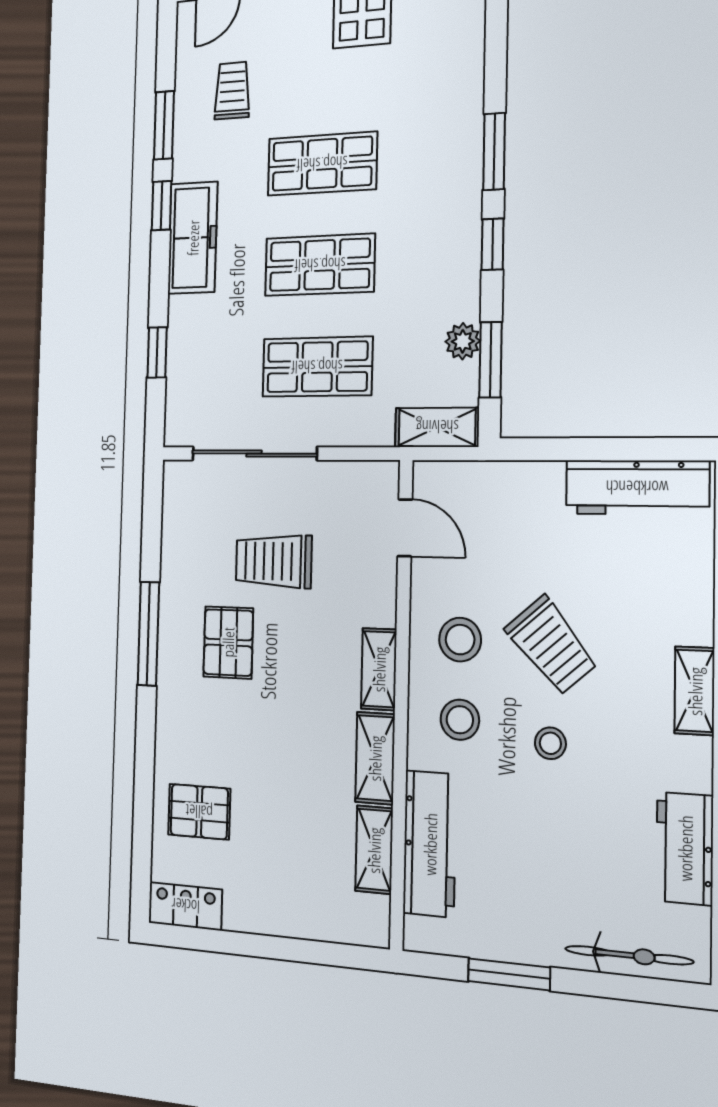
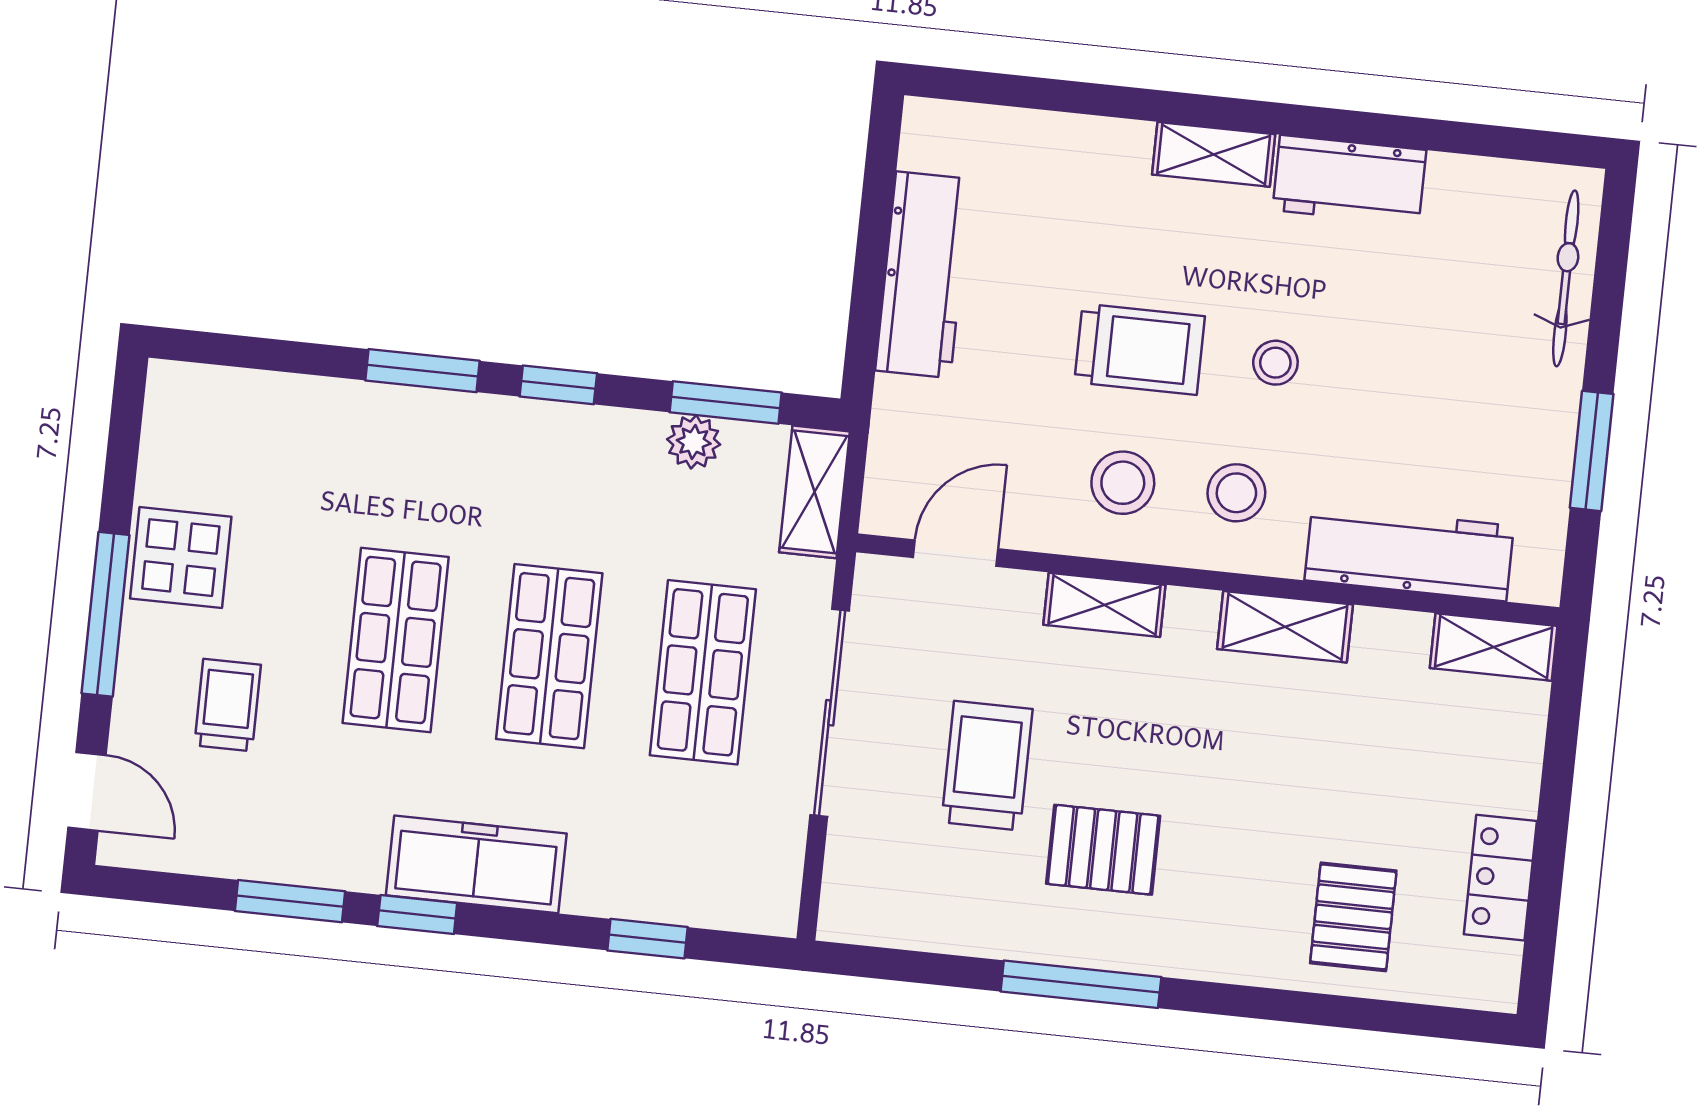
trolley: (232, 91) -> (228, 705), moved, turned 90
sliding door: (254, 454) -> (830, 713), moved
workbench: (637, 488) -> (923, 275), moved
trolley: (274, 561) -> (987, 766), turned 180
trolley: (551, 645) -> (1140, 349), turned 41
shelving: (379, 669) -> (1104, 605), moved
workbench: (685, 848) -> (1349, 180), moved
shelving: (374, 850) -> (1494, 647), moved
locker: (186, 906) -> (1500, 878), moved

